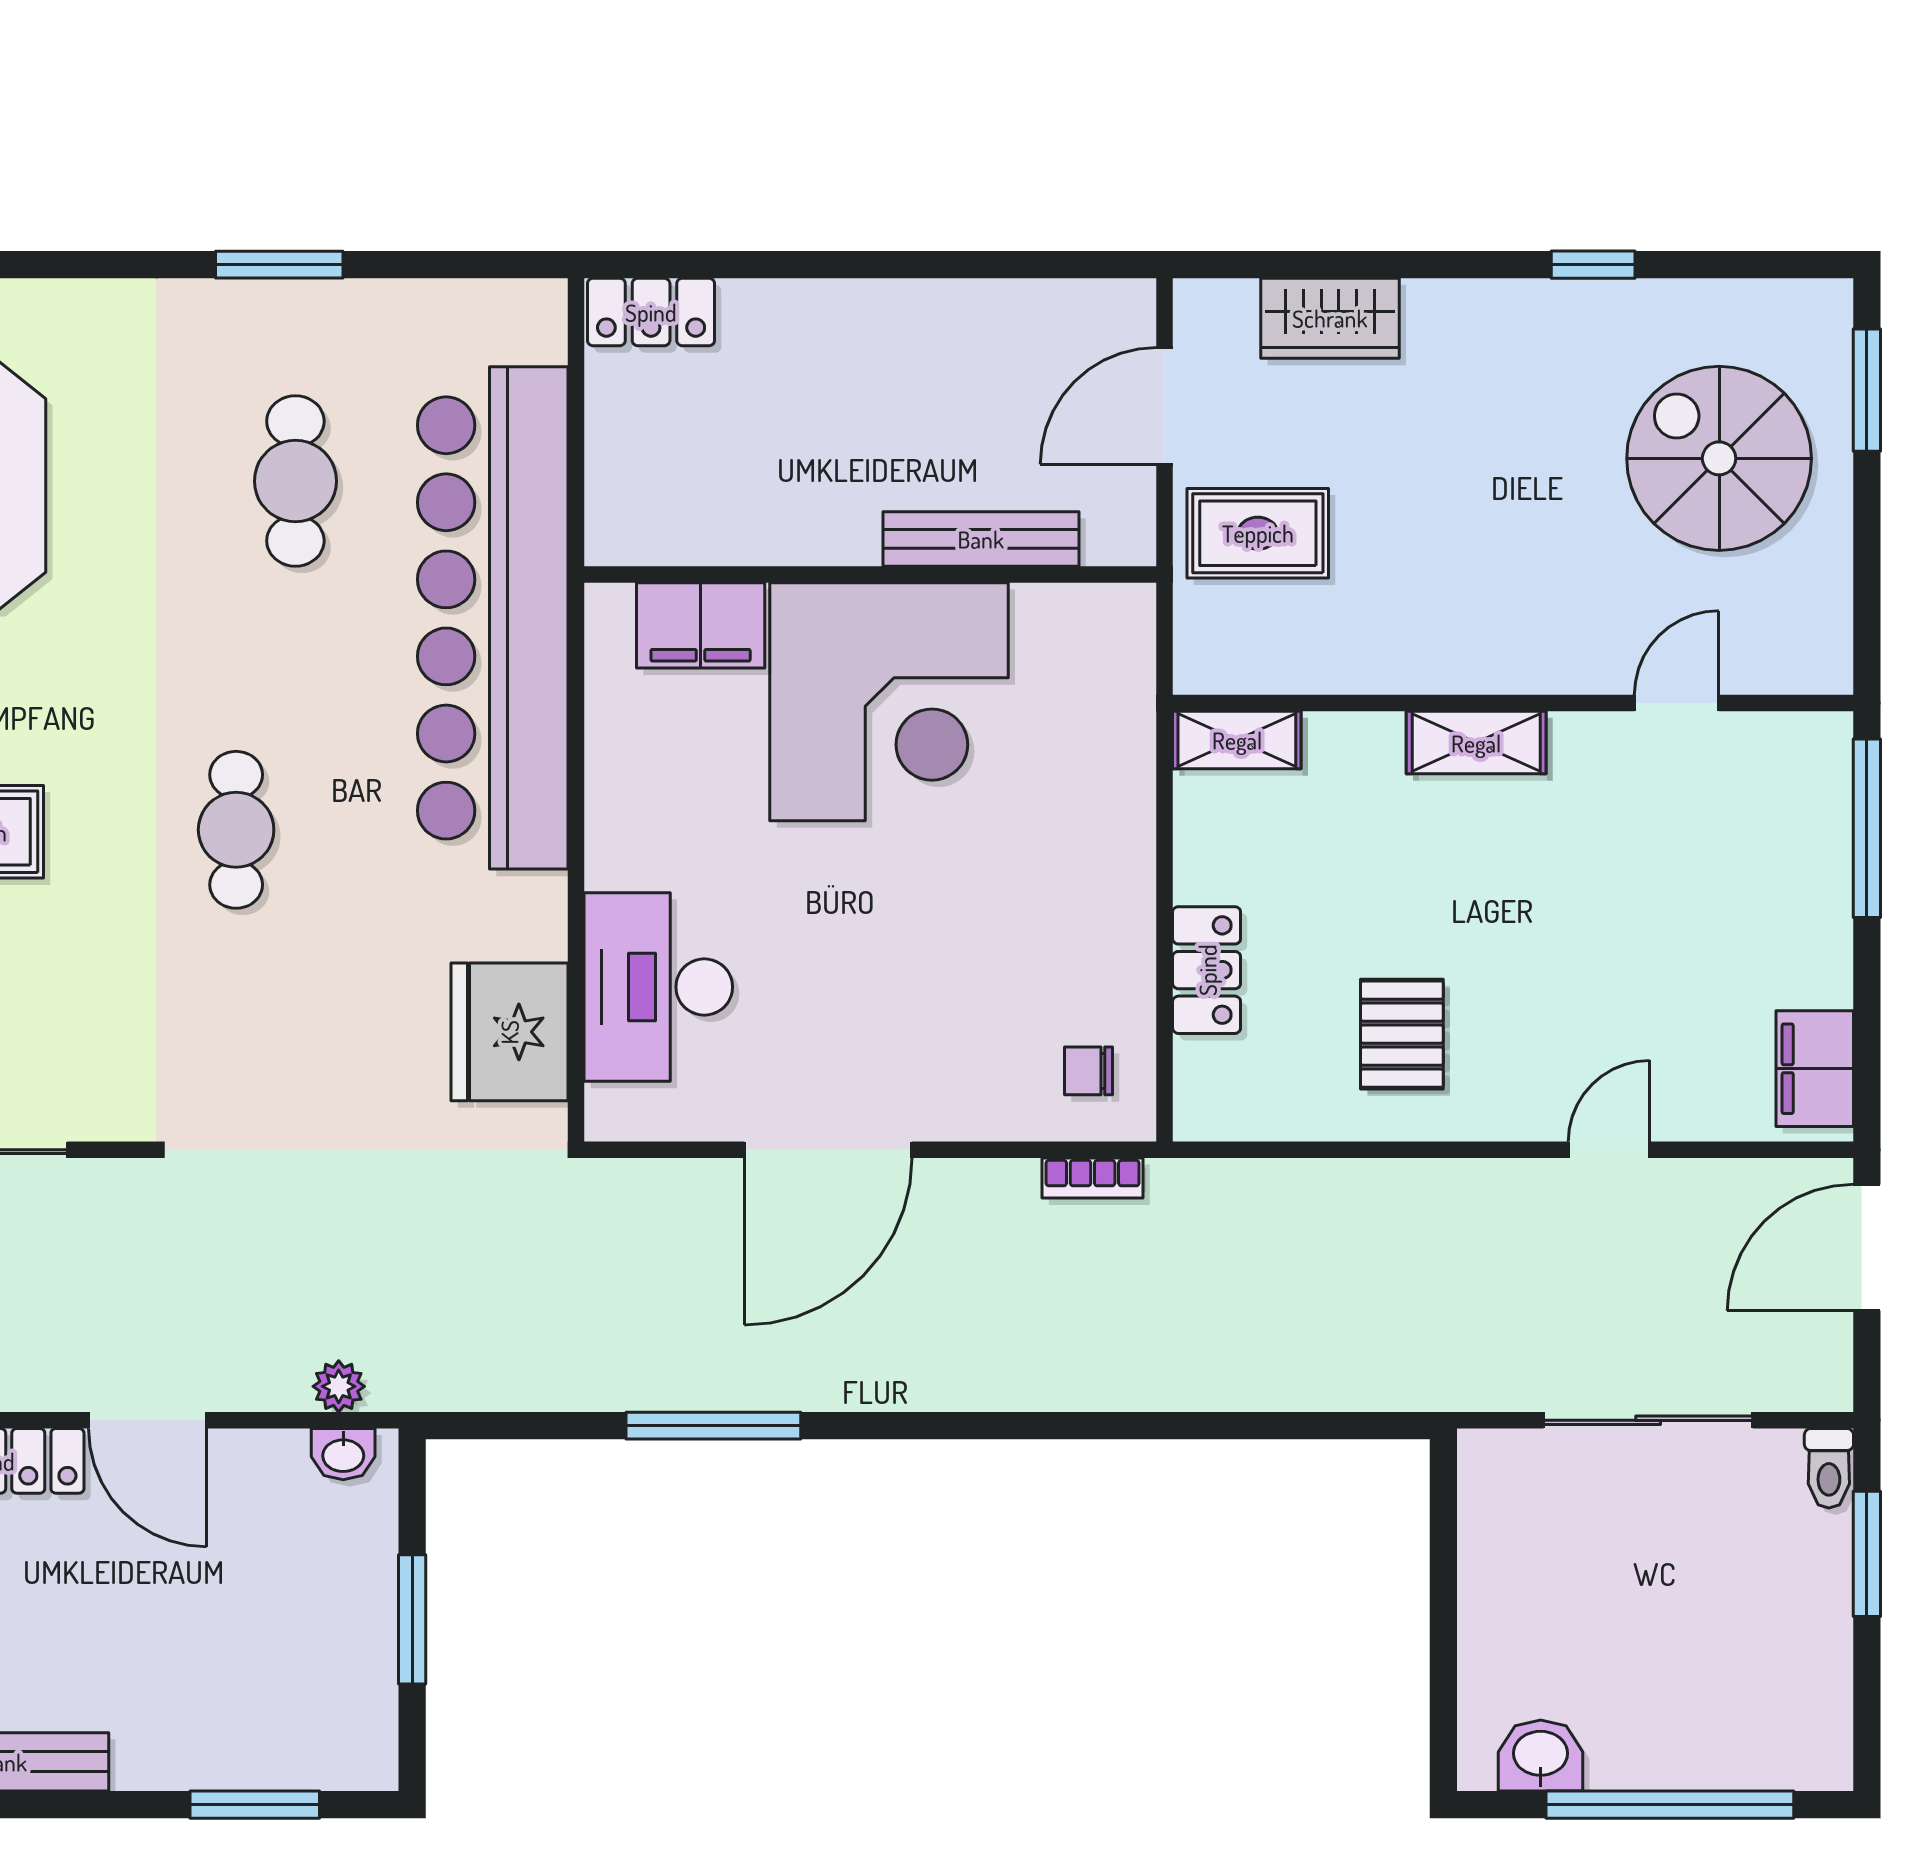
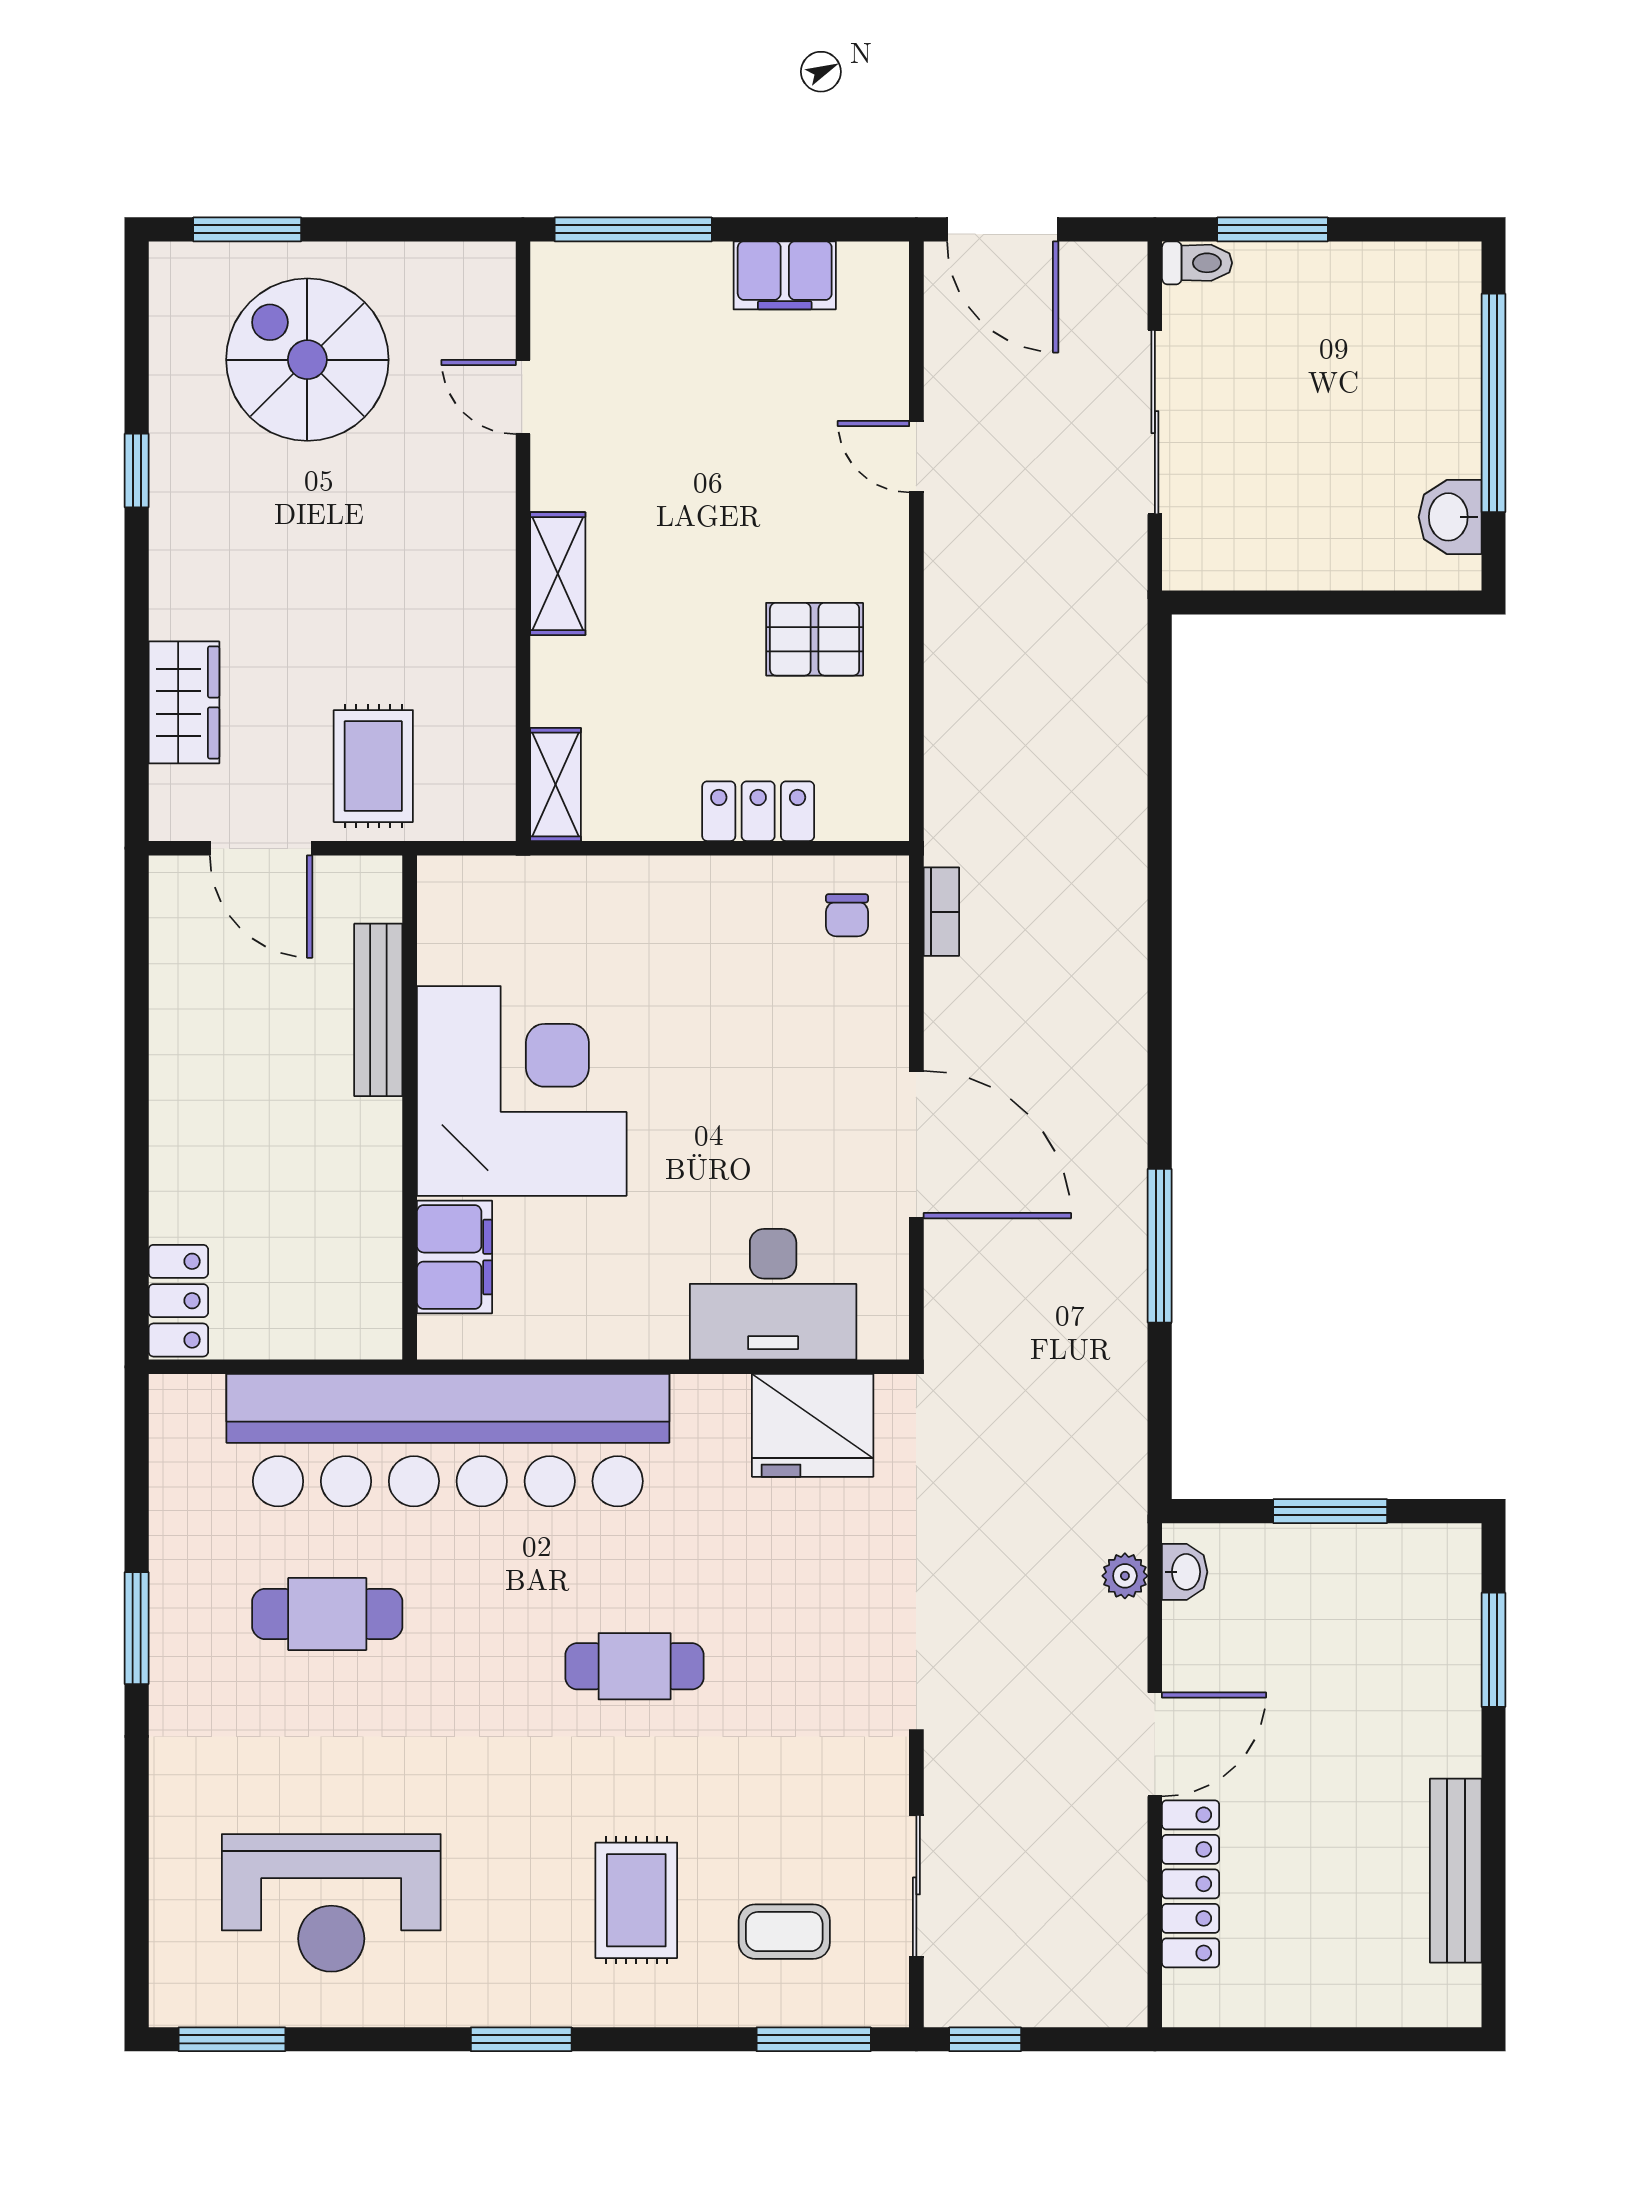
spiral stairs: (1719, 458) -> (307, 360), turned 90
filing cabinet: (1815, 1069) -> (785, 275), moved

